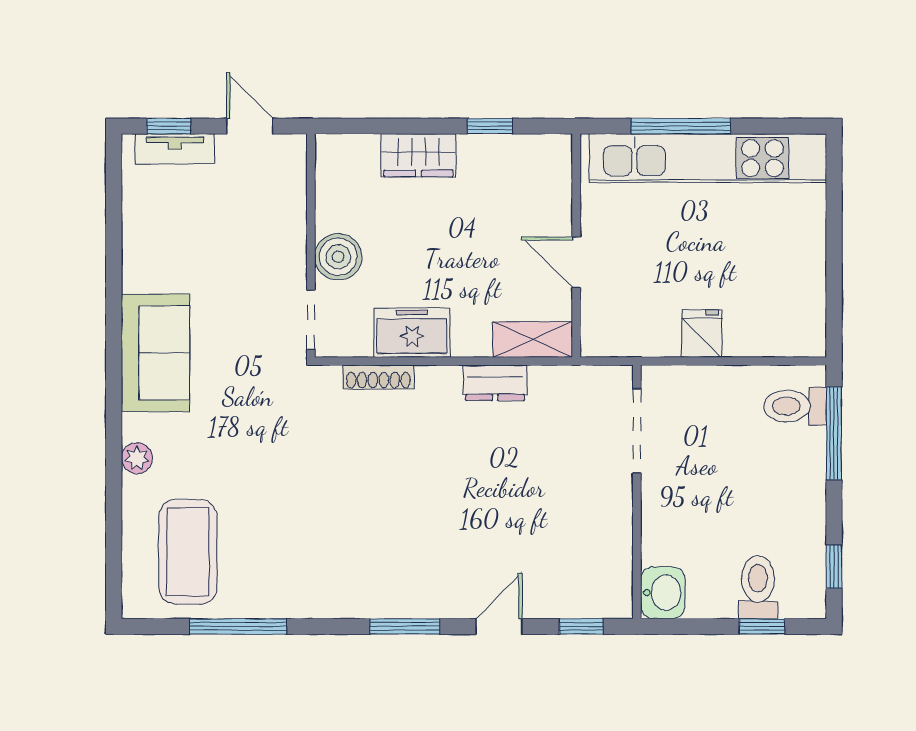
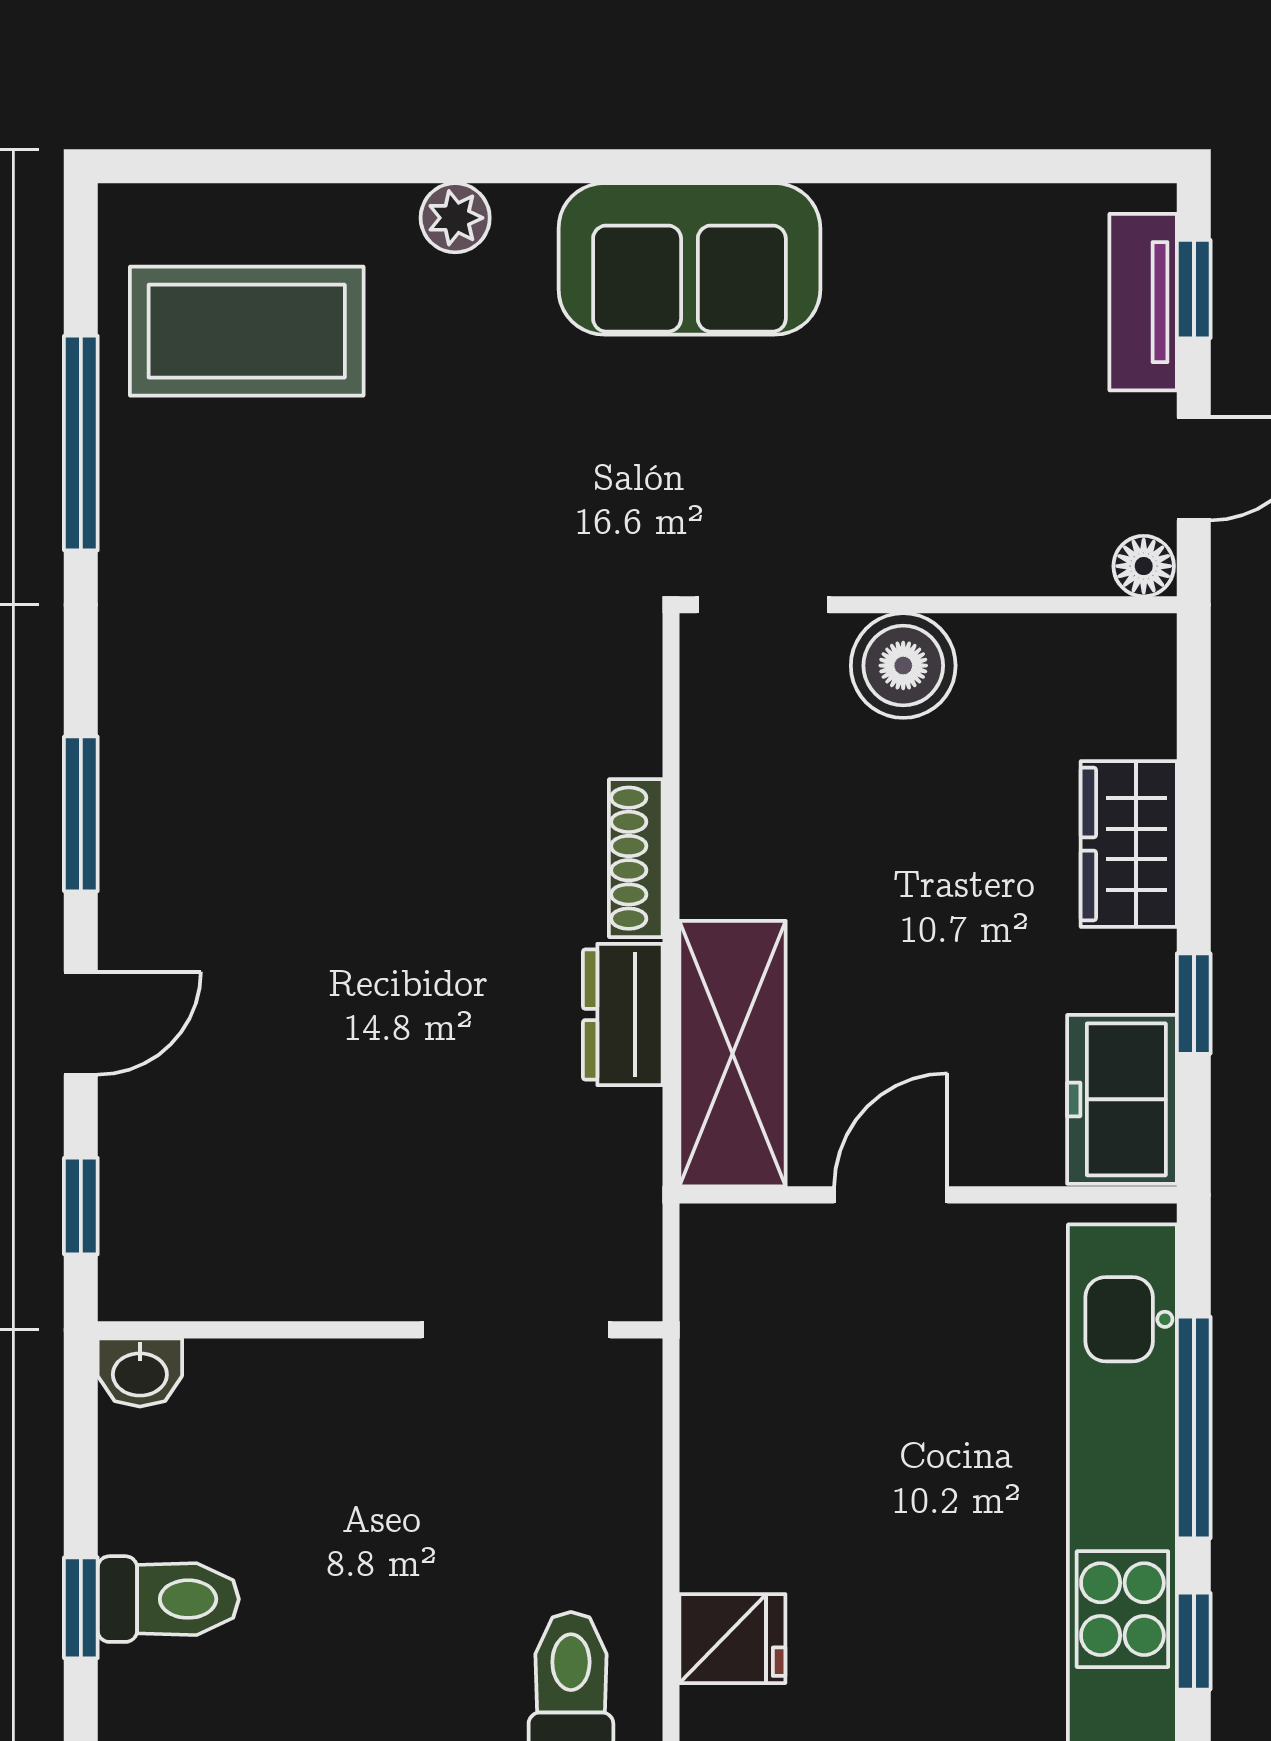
window: (777, 126) -> (1194, 1641), added
floor lamp: (293, 149) -> (1144, 566), added
freezer: (412, 333) -> (1122, 1099), moved, turned 180
fridge: (702, 333) -> (732, 1639), moved
shelving: (533, 339) -> (733, 1054), width x1.50, depth x1.33
shoe rack: (378, 377) -> (636, 858), moved
washbasin: (663, 593) -> (140, 1372), width x0.72, depth x0.69
door: (499, 626) -> (81, 1023), hinge flipped

